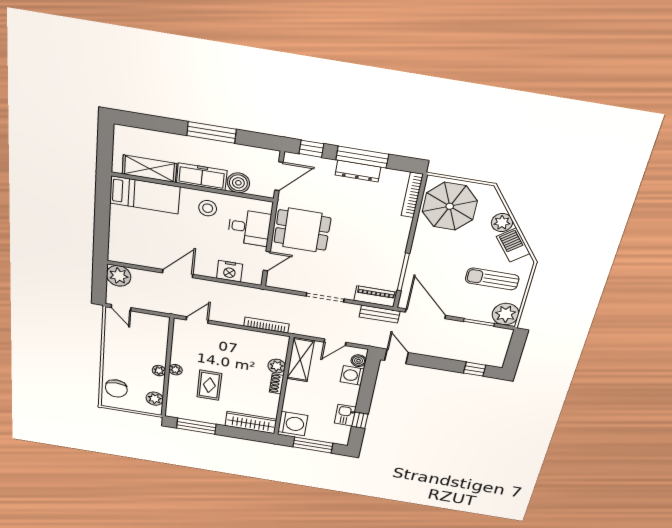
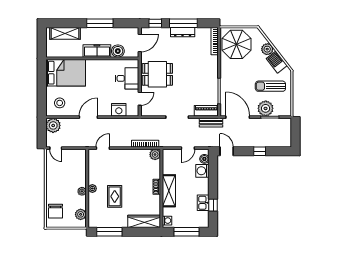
shelving: (149, 169) -> (65, 33), moved
bed: (145, 195) -> (66, 73), width x1.50
stool: (208, 208) -> (60, 103), moved
plant: (506, 314) -> (266, 108), moved
shelving: (300, 360) -> (169, 191), moved
plant: (277, 366) -> (155, 155), moved
window: (475, 369) -> (260, 151), moved
washing machine: (293, 424) -> (167, 221), width x0.53, depth x0.53

